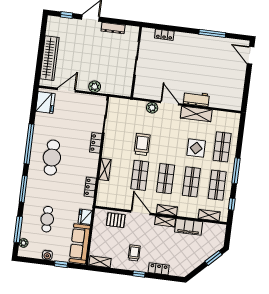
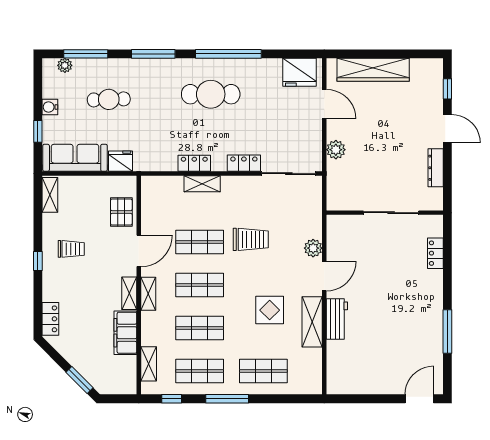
display table: (196, 148) -> (270, 310), moved
locker: (90, 187) -> (194, 163), moved
locker: (159, 269) -> (50, 319), moved

